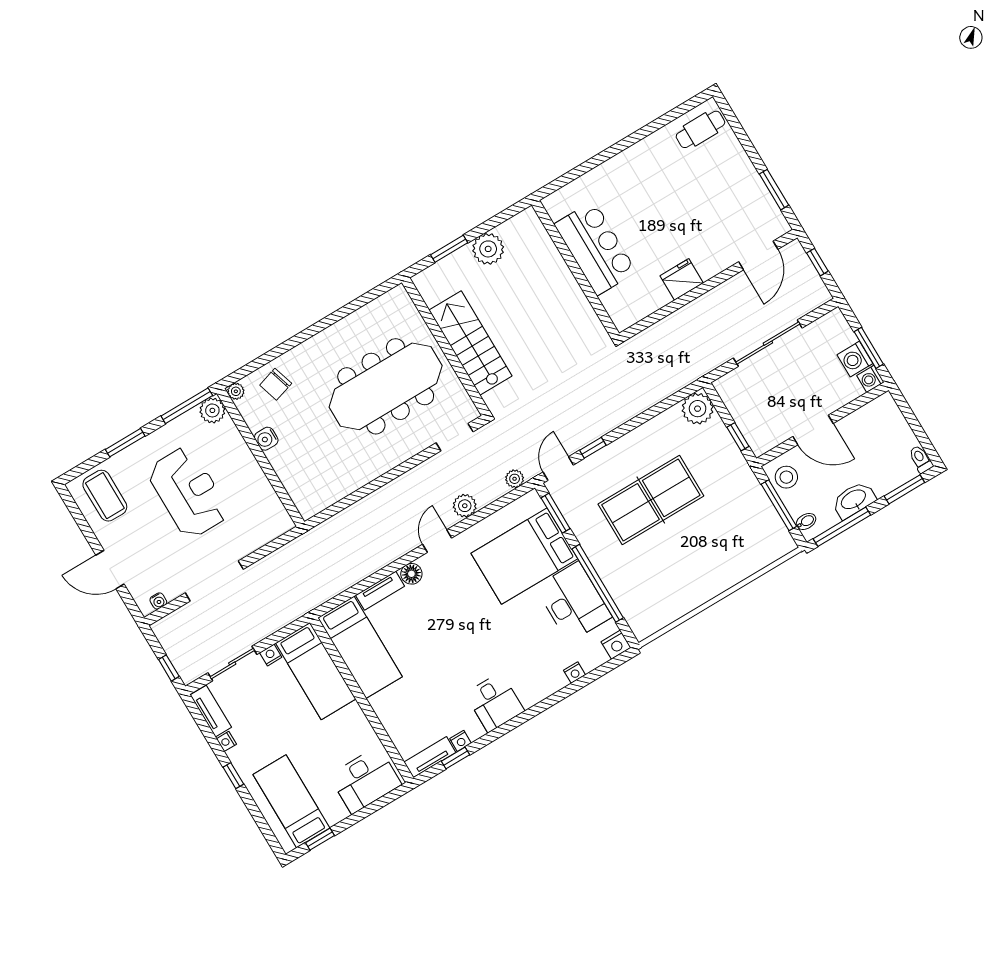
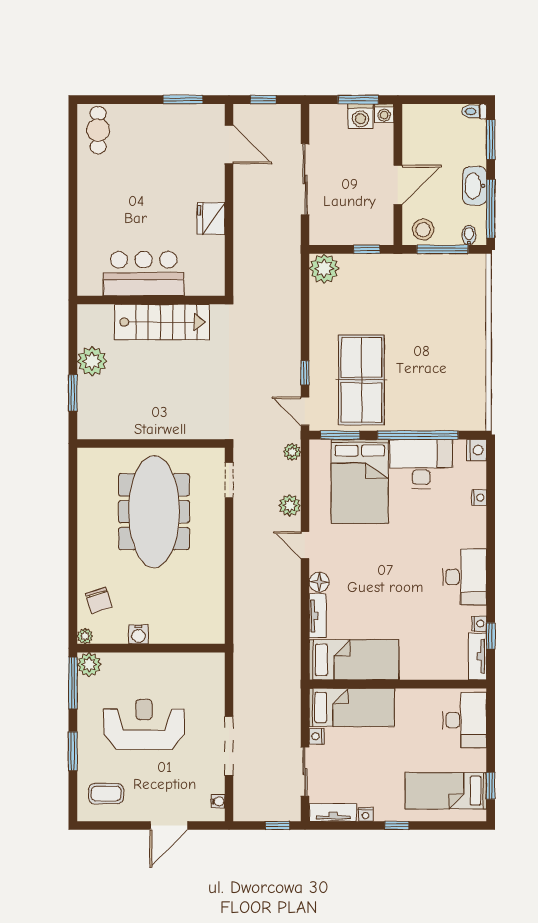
stairs: (470, 343) -> (162, 322), moved, turned 180
coffee table: (105, 496) -> (106, 794), width x0.73, depth x0.77
table tennis table: (651, 500) -> (361, 380), moved
desk: (495, 702) -> (464, 577), width x1.37

